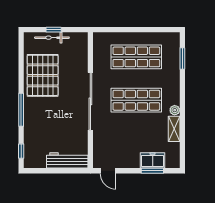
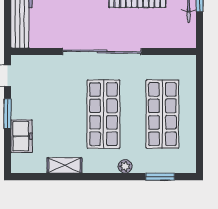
plant: (175, 110) -> (125, 166), moved
window: (152, 171) -> (8, 114), moved

